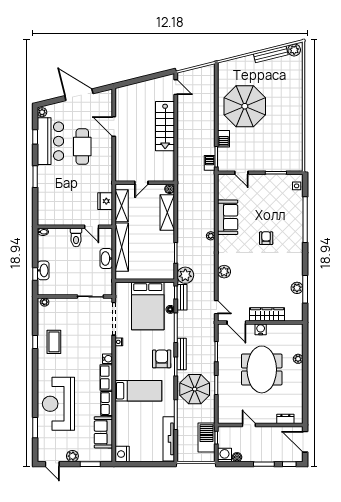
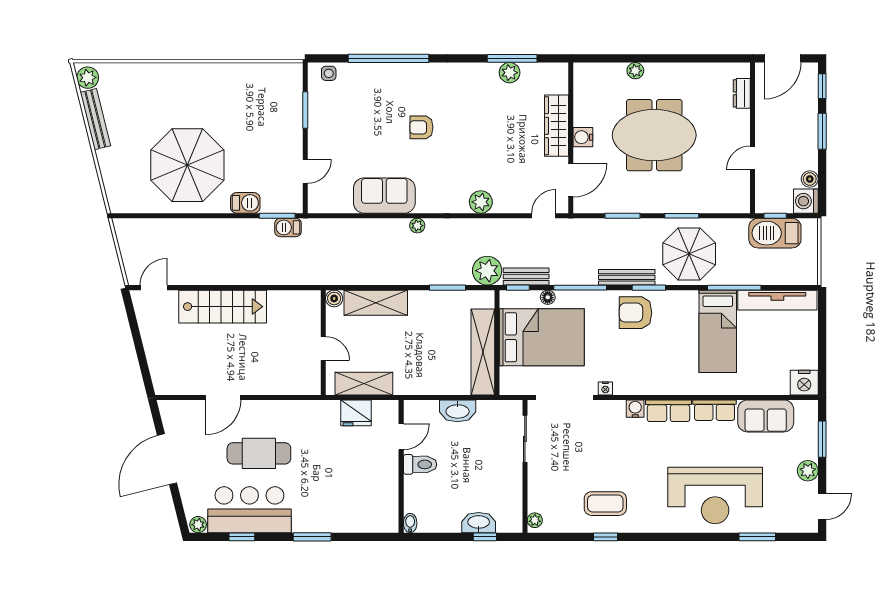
shelving: (122, 247) -> (483, 352), moved, turned 90
bed: (138, 391) -> (718, 331), moved, turned 180

